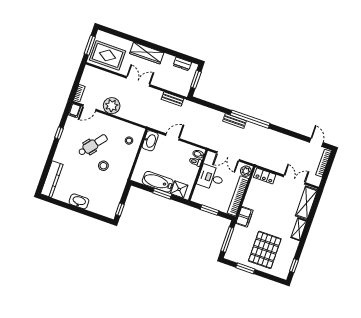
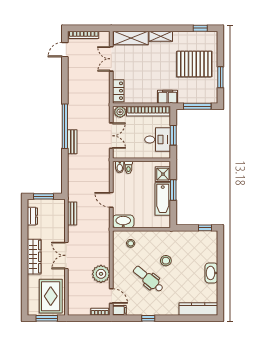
desk: (211, 178) -> (158, 139), moved, turned -90

